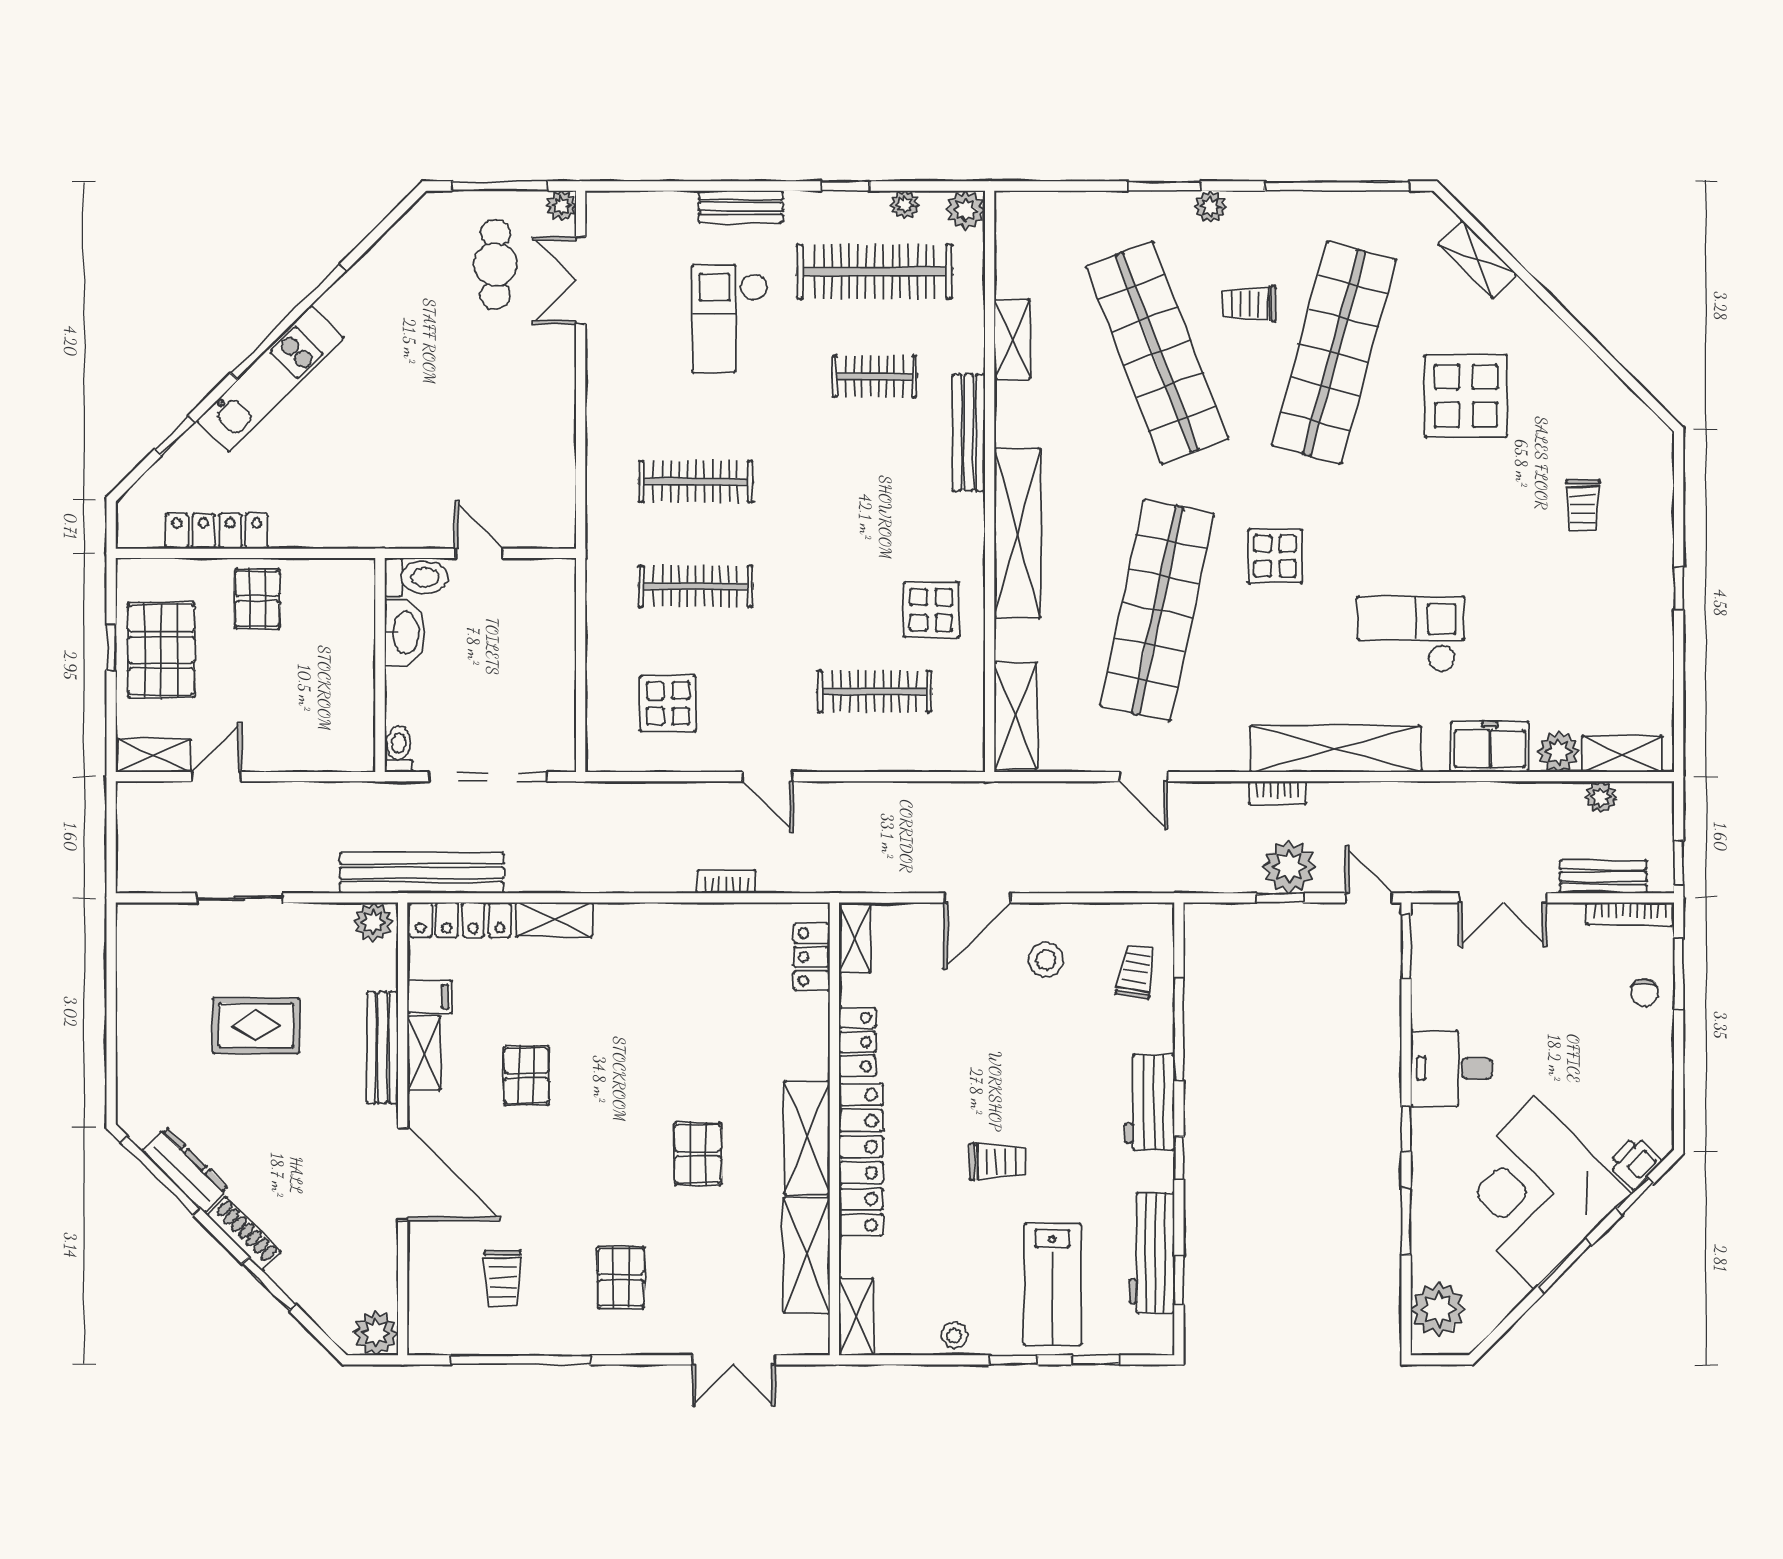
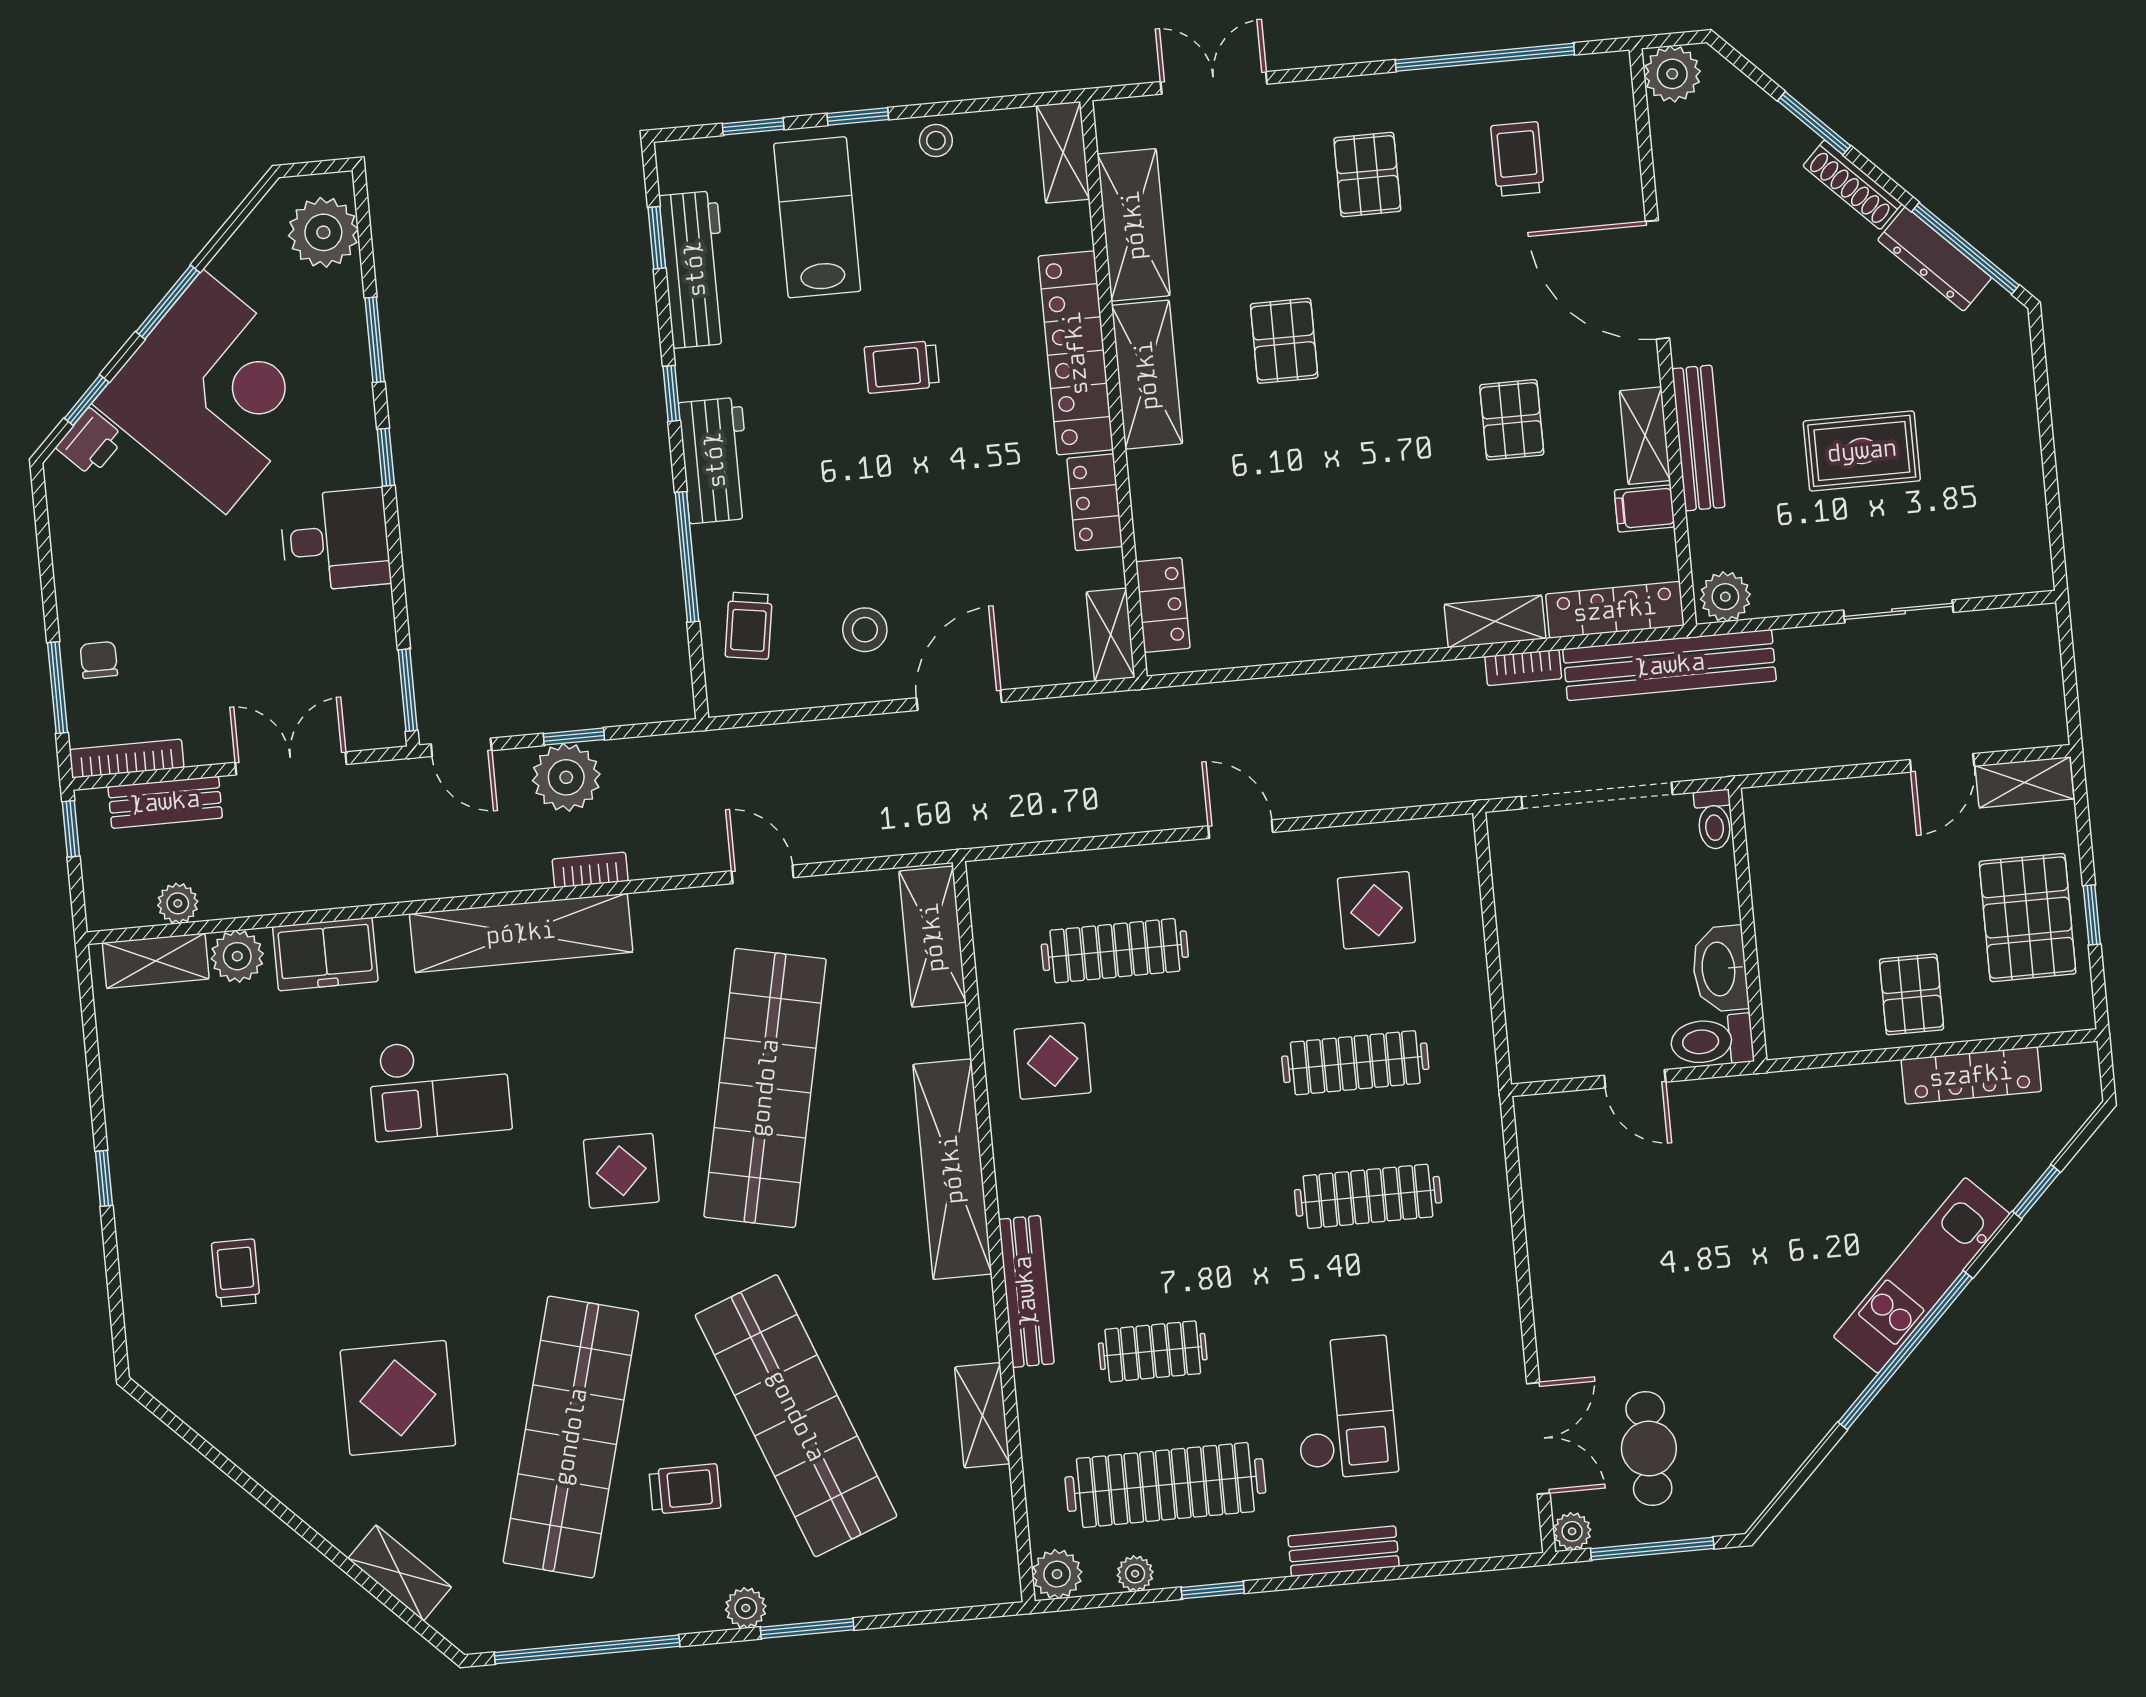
bookcase: (726, 882) -> (1523, 668), moved

